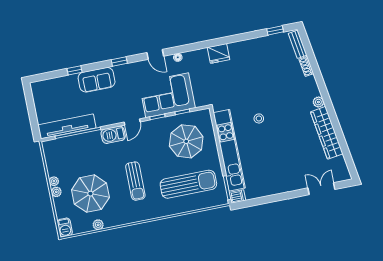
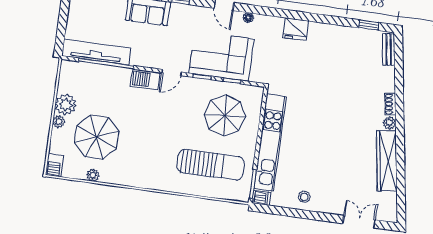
shoe rack: (306, 66) -> (390, 104), moved
stool: (259, 118) -> (304, 197), moved
plant: (54, 181) -> (66, 105), width x1.87, depth x1.87
sun lounger: (135, 181) -> (152, 140), removed

